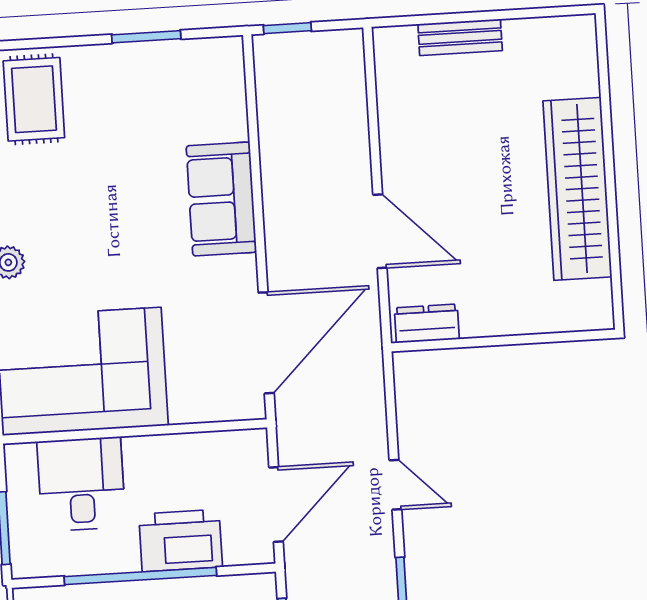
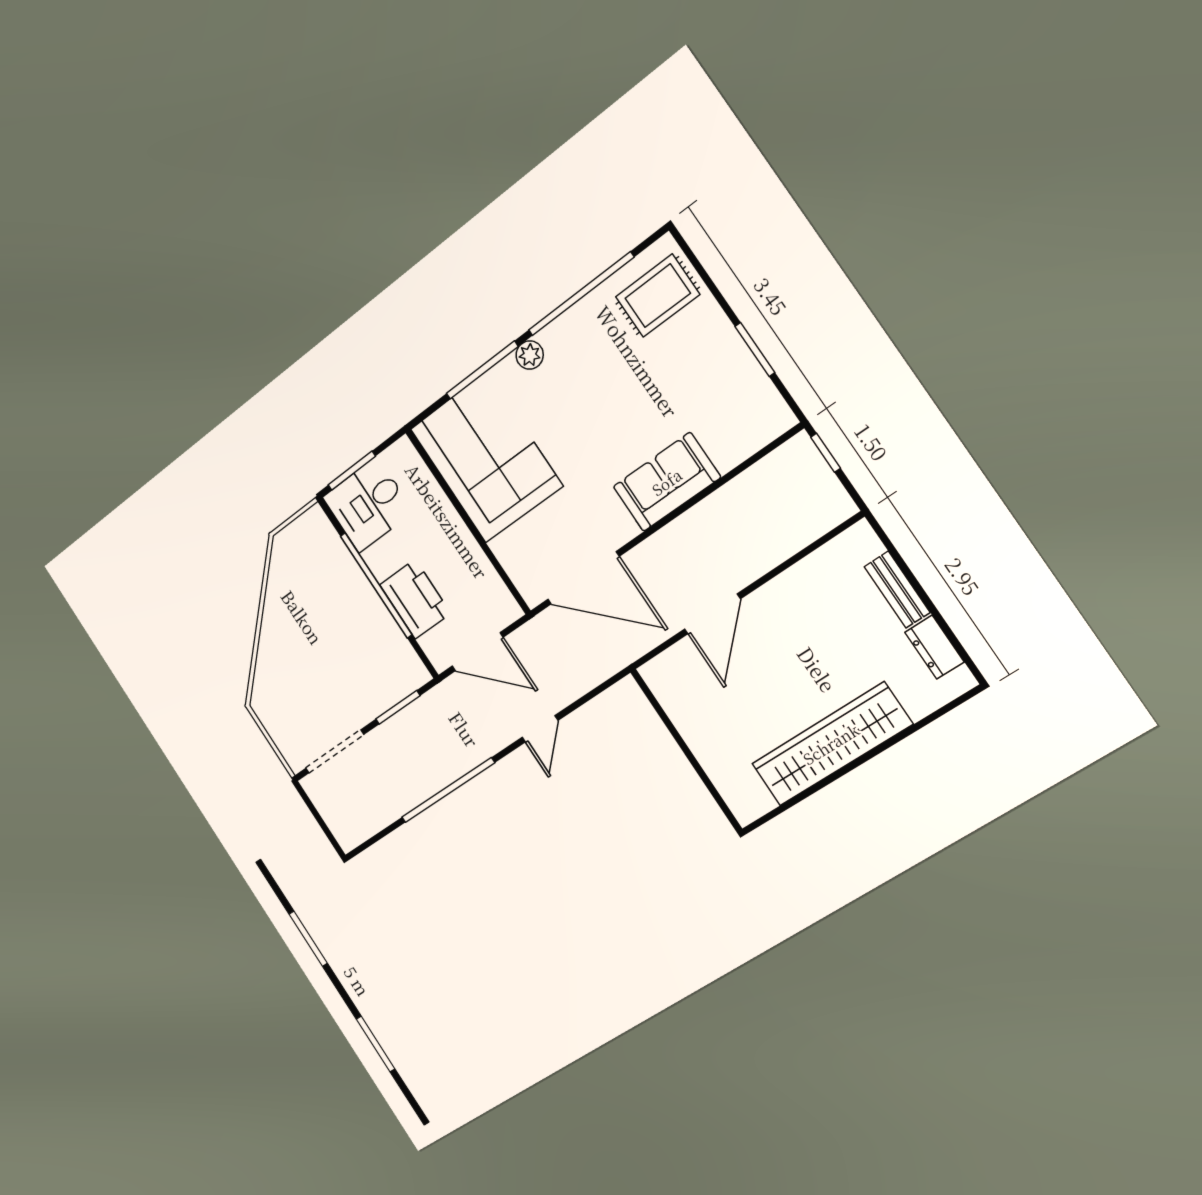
dresser: (427, 324) -> (934, 647), moved, turned 180
desk: (81, 484) -> (368, 505), moved, turned 180

